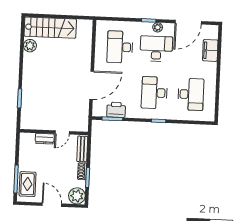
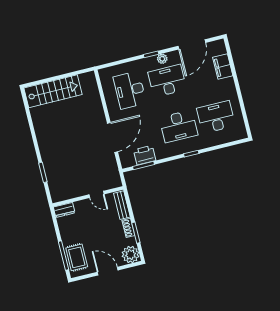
plant: (30, 46) -> (38, 116), removed
desk: (154, 93) -> (178, 126), turned -90
desk: (191, 94) -> (216, 117), turned -90
door: (62, 132) -> (97, 194), hinge flipped
dresser: (45, 139) -> (64, 210), moved

